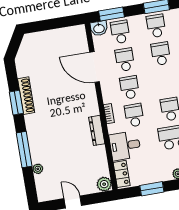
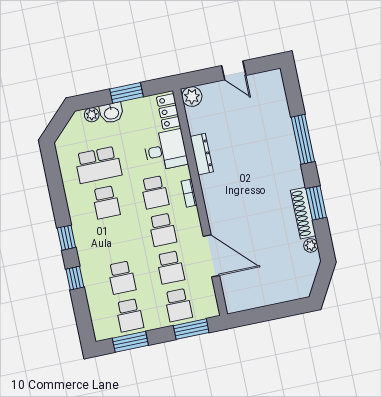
washbasin: (99, 28) -> (111, 113), moved, turned 180
dresser: (97, 130) -> (202, 154), moved
plant: (38, 169) -> (311, 245), moved

